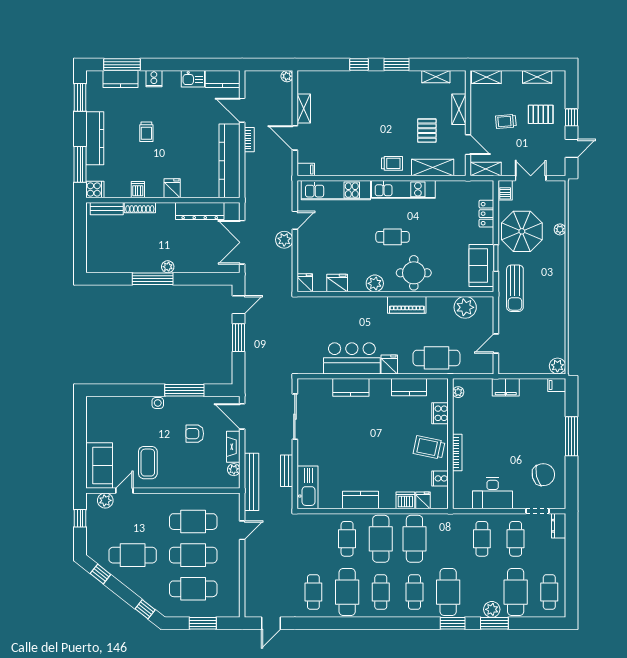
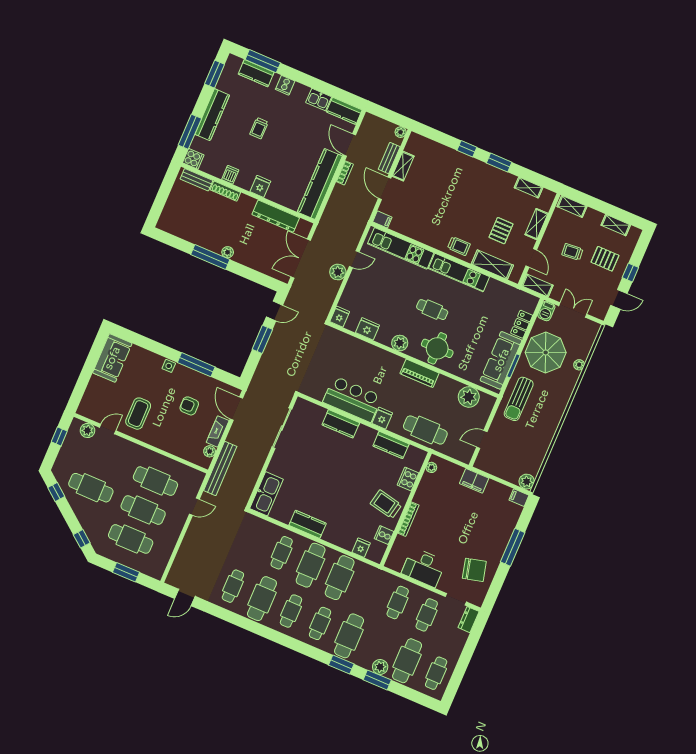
sofa: (481, 265) -> (501, 360), width x1.36
sofa: (99, 465) -> (112, 358), moved
bench: (287, 471) -> (389, 158), moved
dishwasher: (405, 500) -> (346, 541), removed

